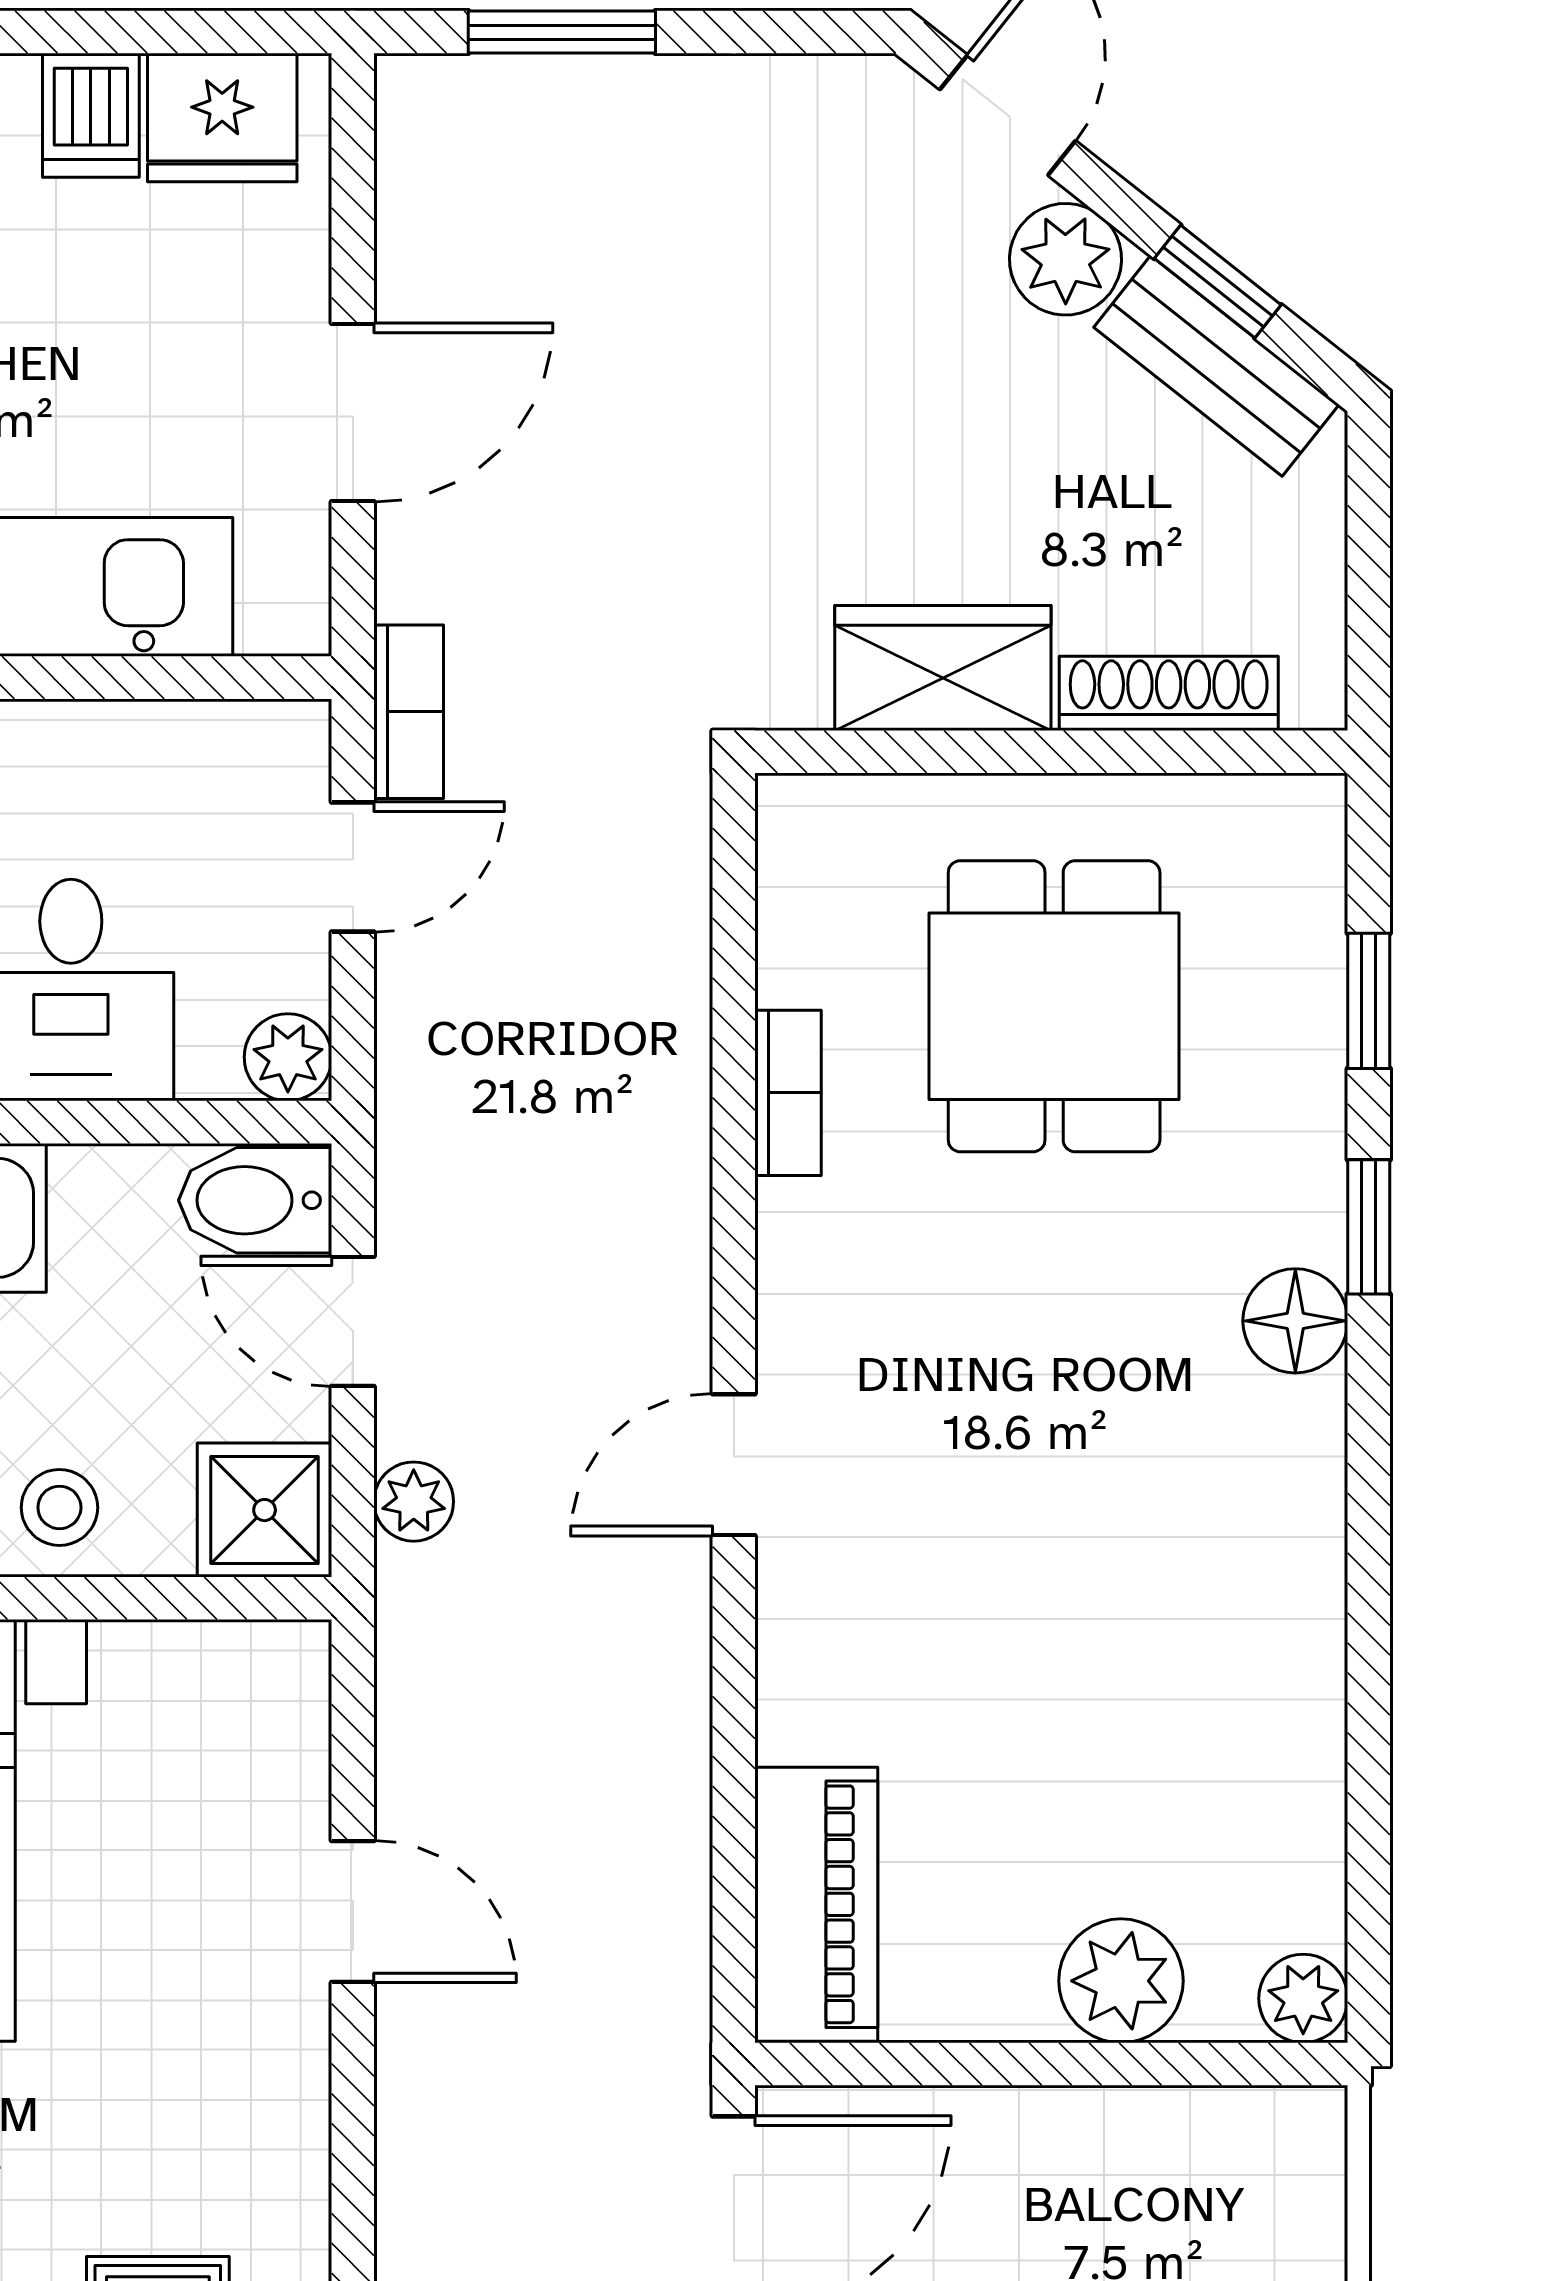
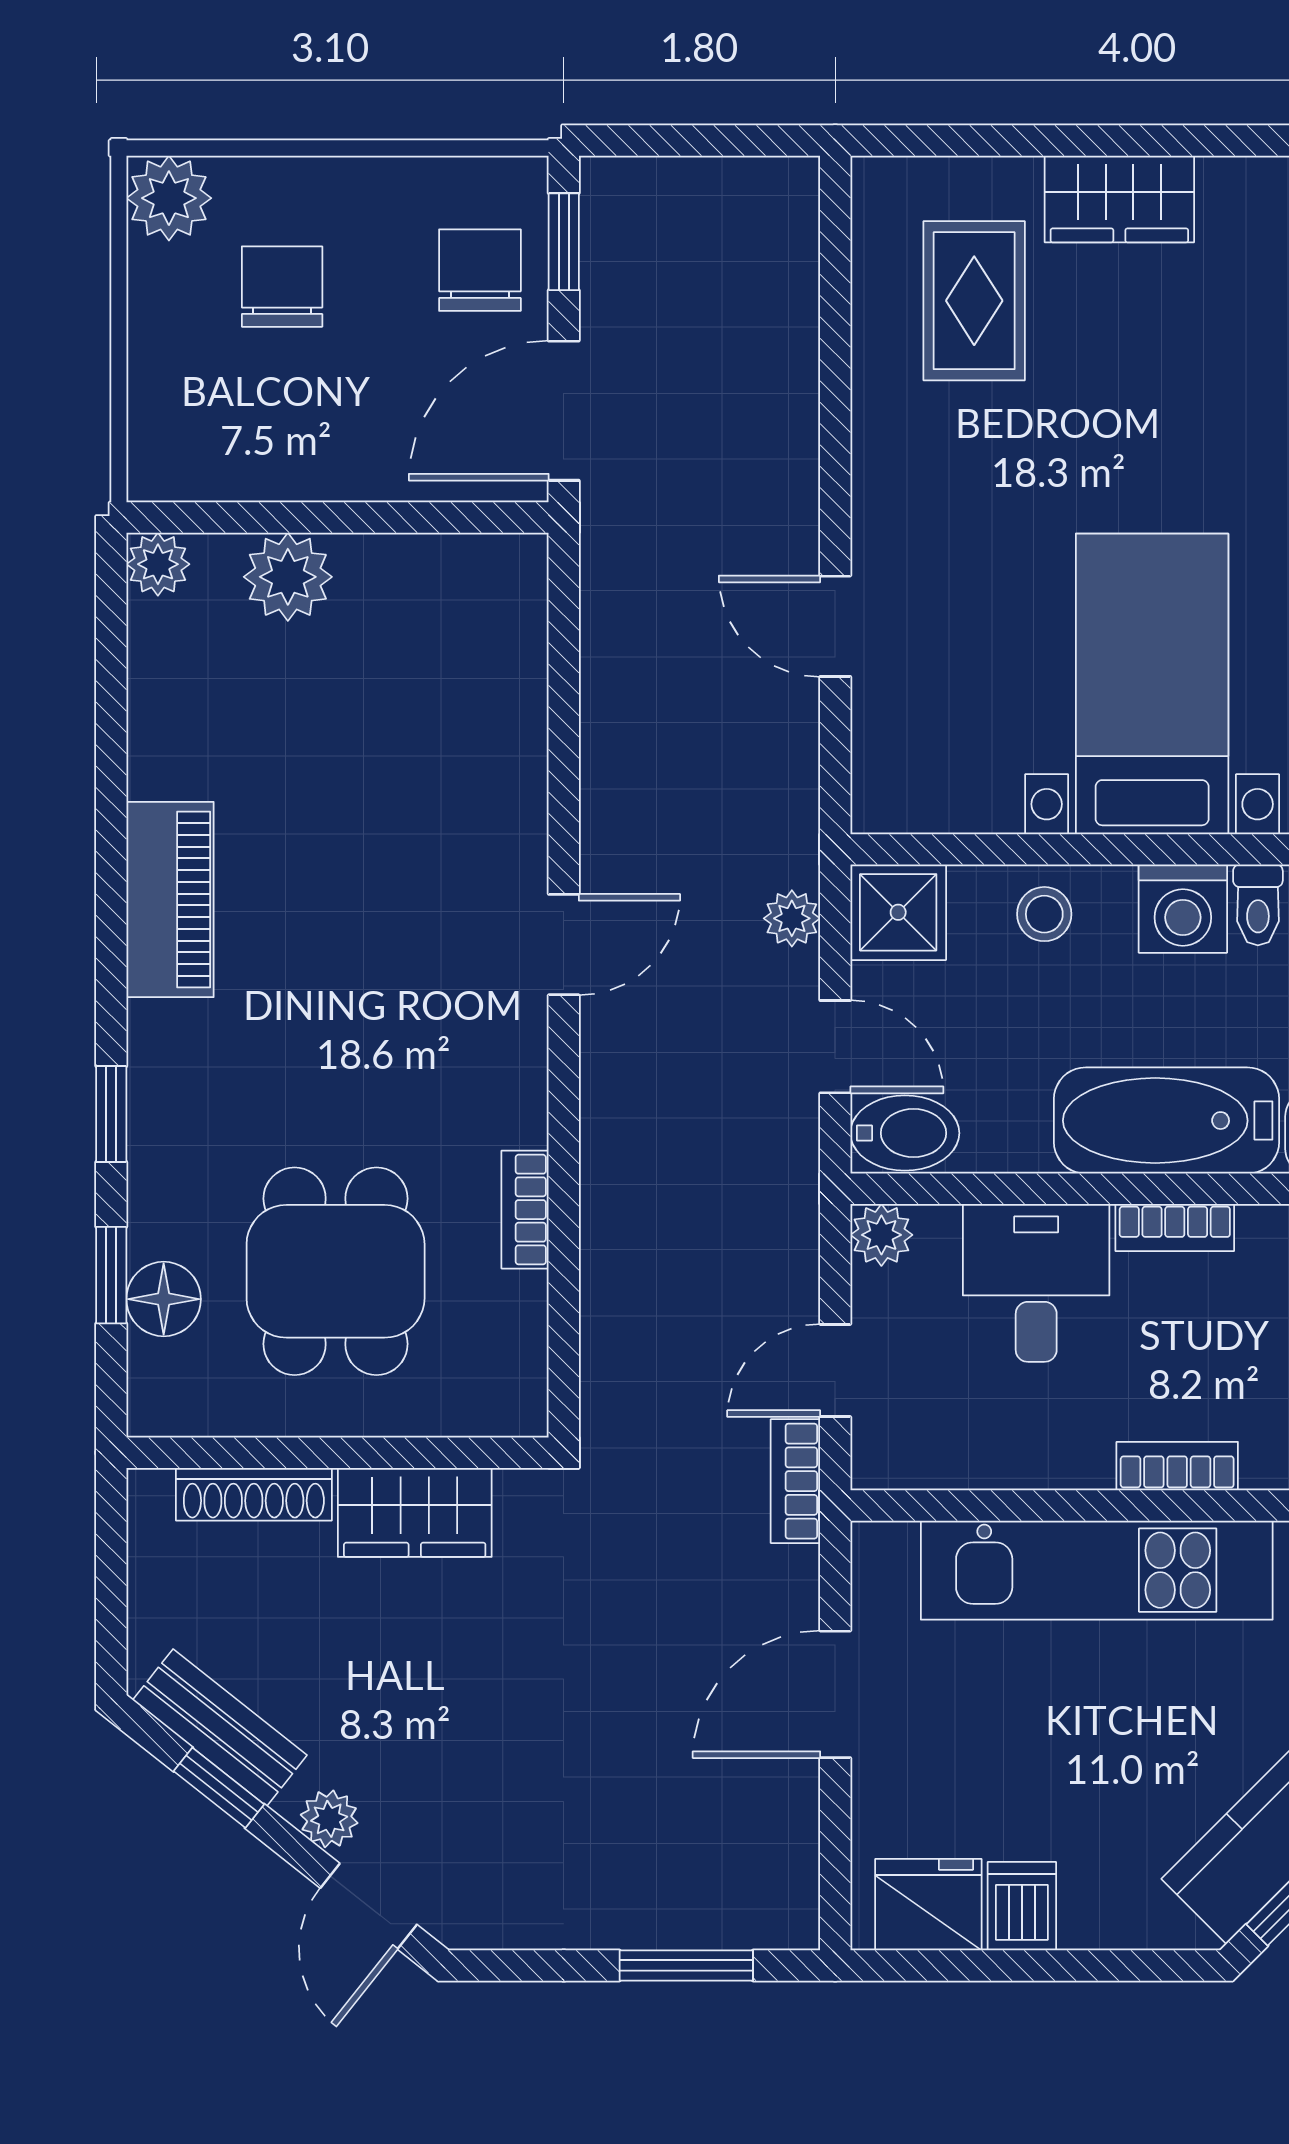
plant: (1065, 259) -> (329, 1819), width x0.73, depth x0.73
floor lamp: (1295, 1321) -> (164, 1299), moved
piano: (816, 1904) -> (170, 900), moved, turned 180

